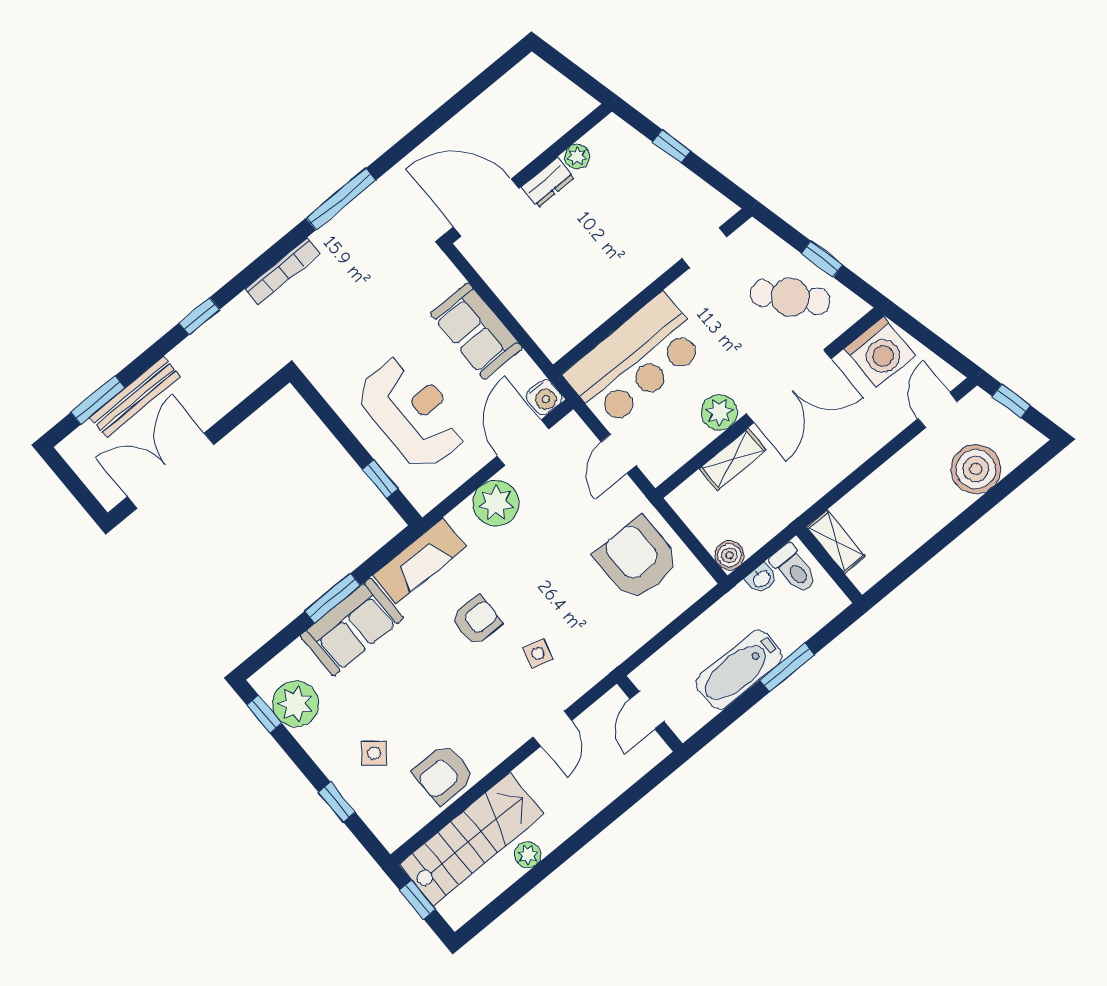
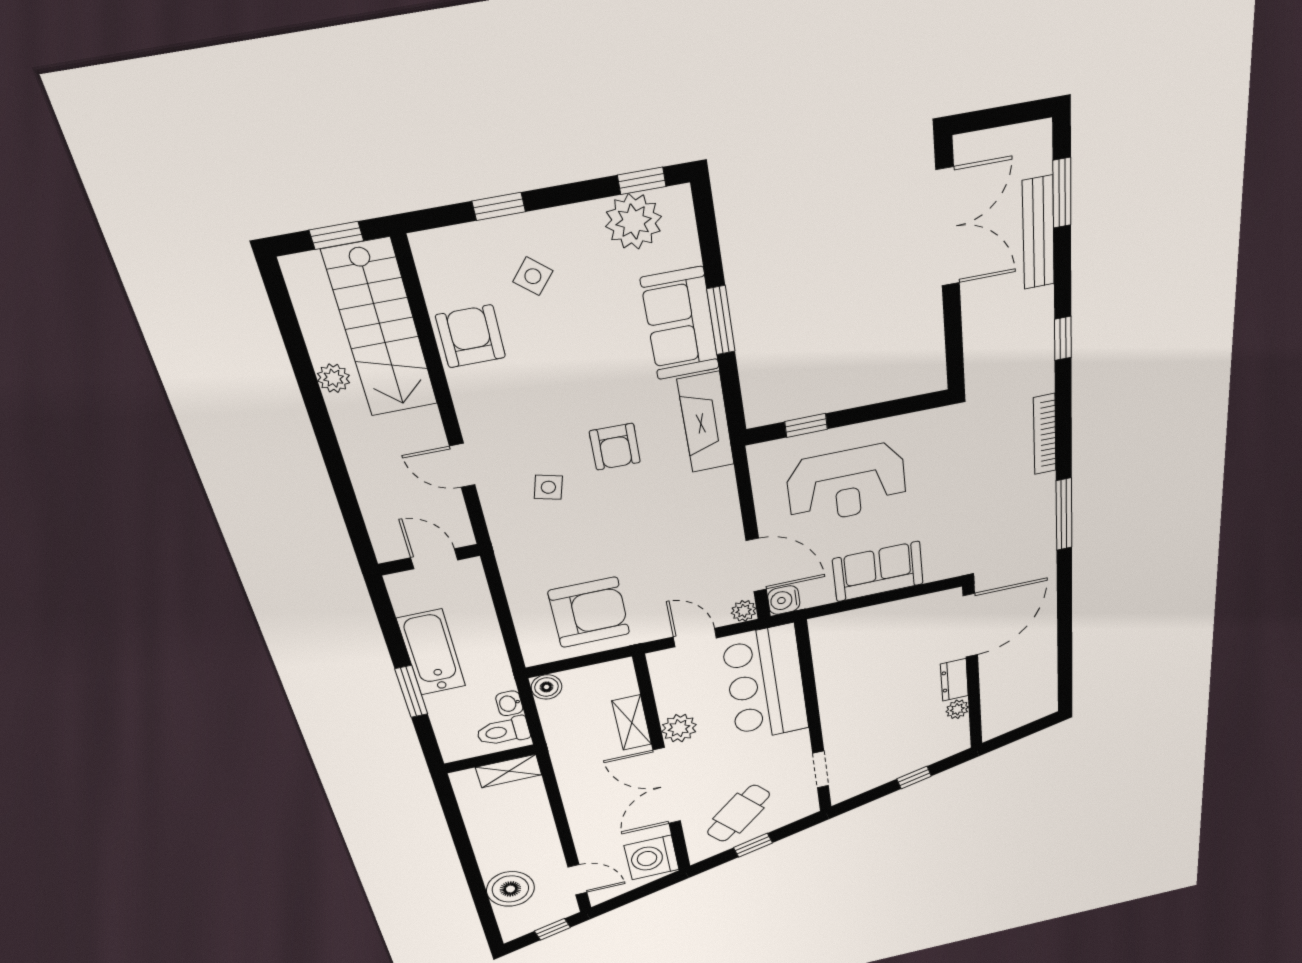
plant: (496, 503) -> (744, 611), moved, width x0.53, depth x0.53

